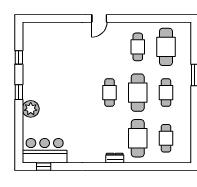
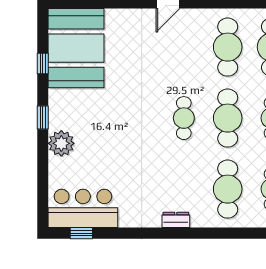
cafe table: (138, 47) -> (228, 47), width x1.37, depth x1.35
booth: (40, 48) -> (76, 48), added
dresser: (115, 158) -> (176, 220), moved

